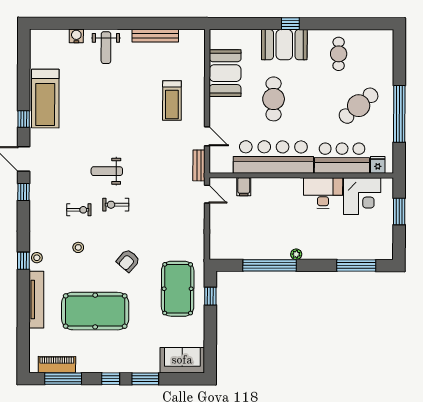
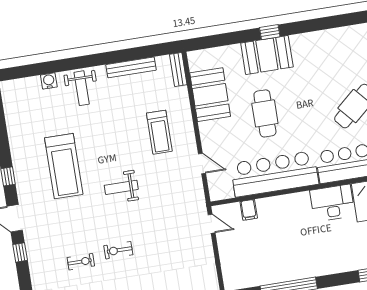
cafe table: (339, 54) -> (325, 55), removed
treadmill: (45, 99) -> (64, 166), moved
bench: (199, 165) -> (178, 69), moved
weight bench: (107, 171) -> (121, 187), moved
plant: (296, 254) -> (315, 271), removed

